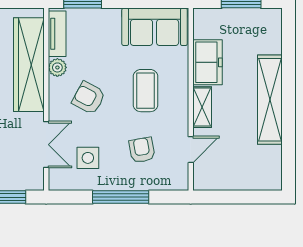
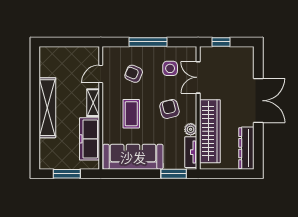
sofa: (155, 27) -> (133, 157), width x1.36
freezer: (207, 62) -> (89, 139), width x1.40
armchair: (89, 98) -> (169, 109), turned -132
armchair: (142, 150) -> (134, 74), turned 123

